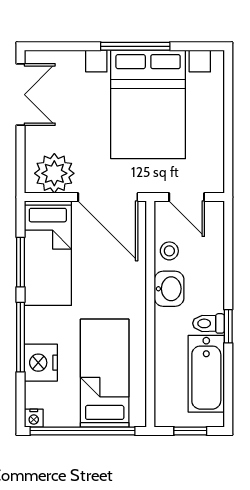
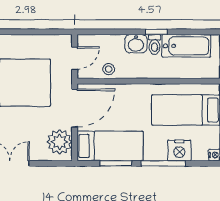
washbasin: (169, 289) -> (136, 44), moved, turned 180

